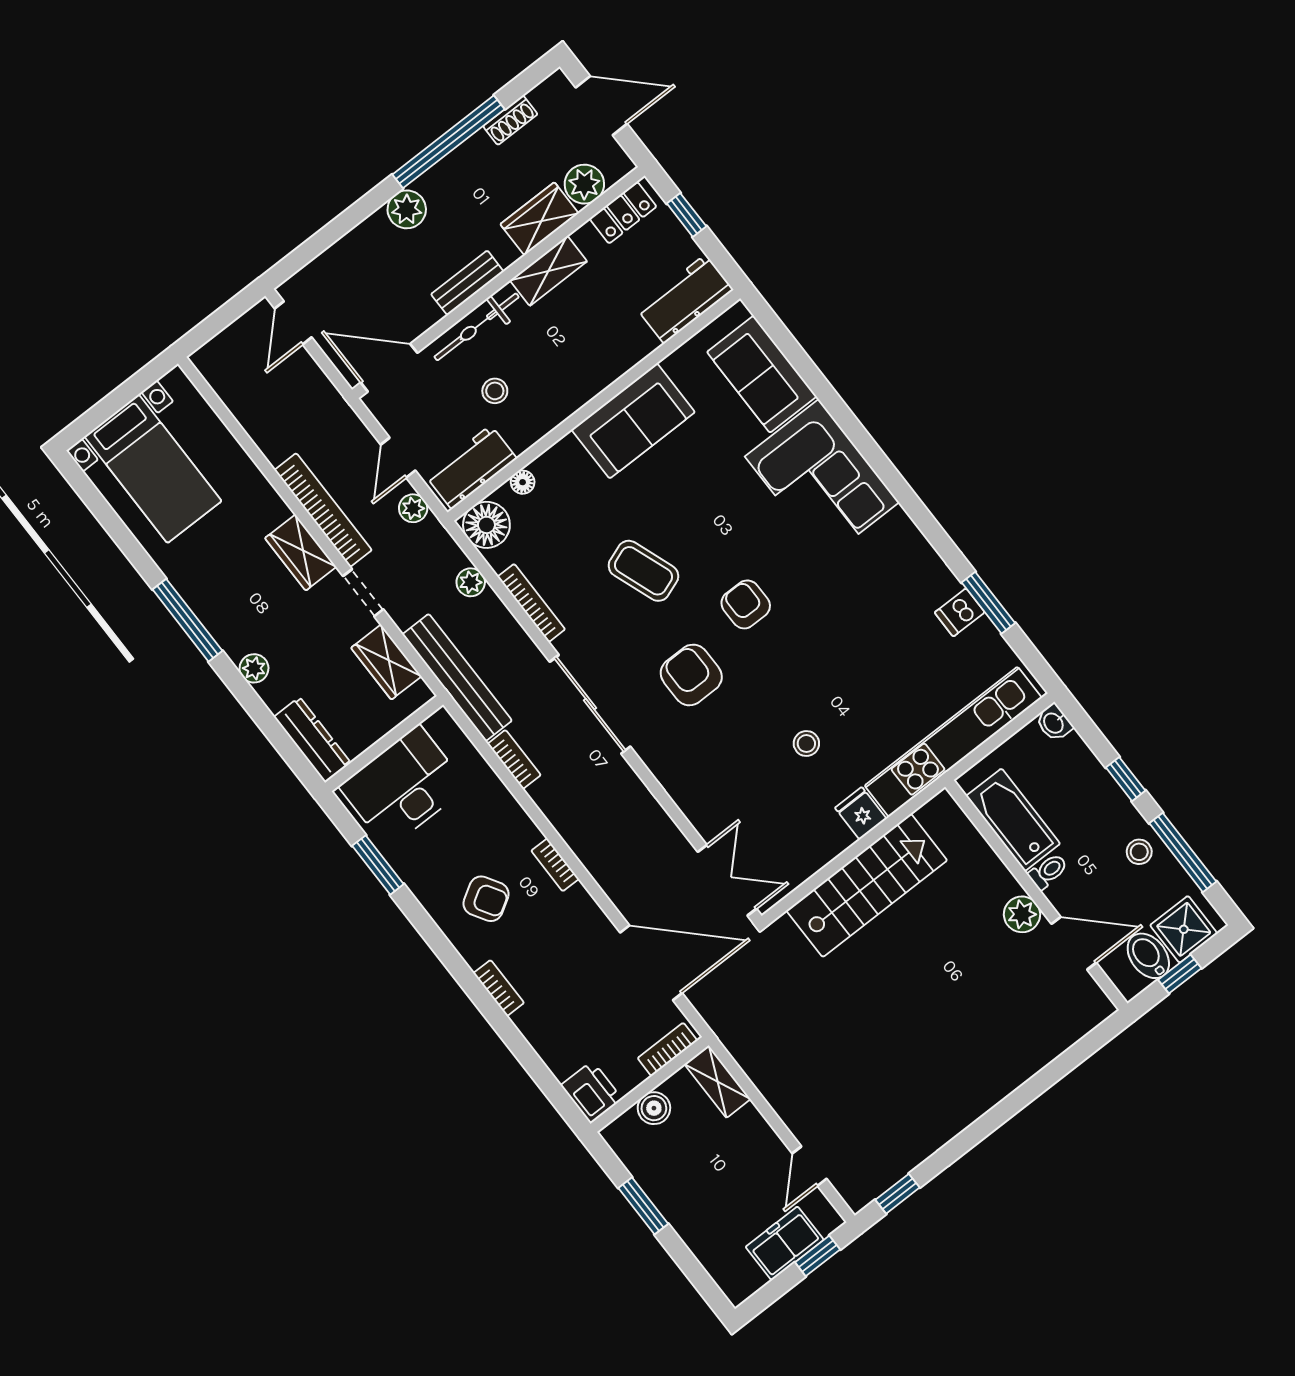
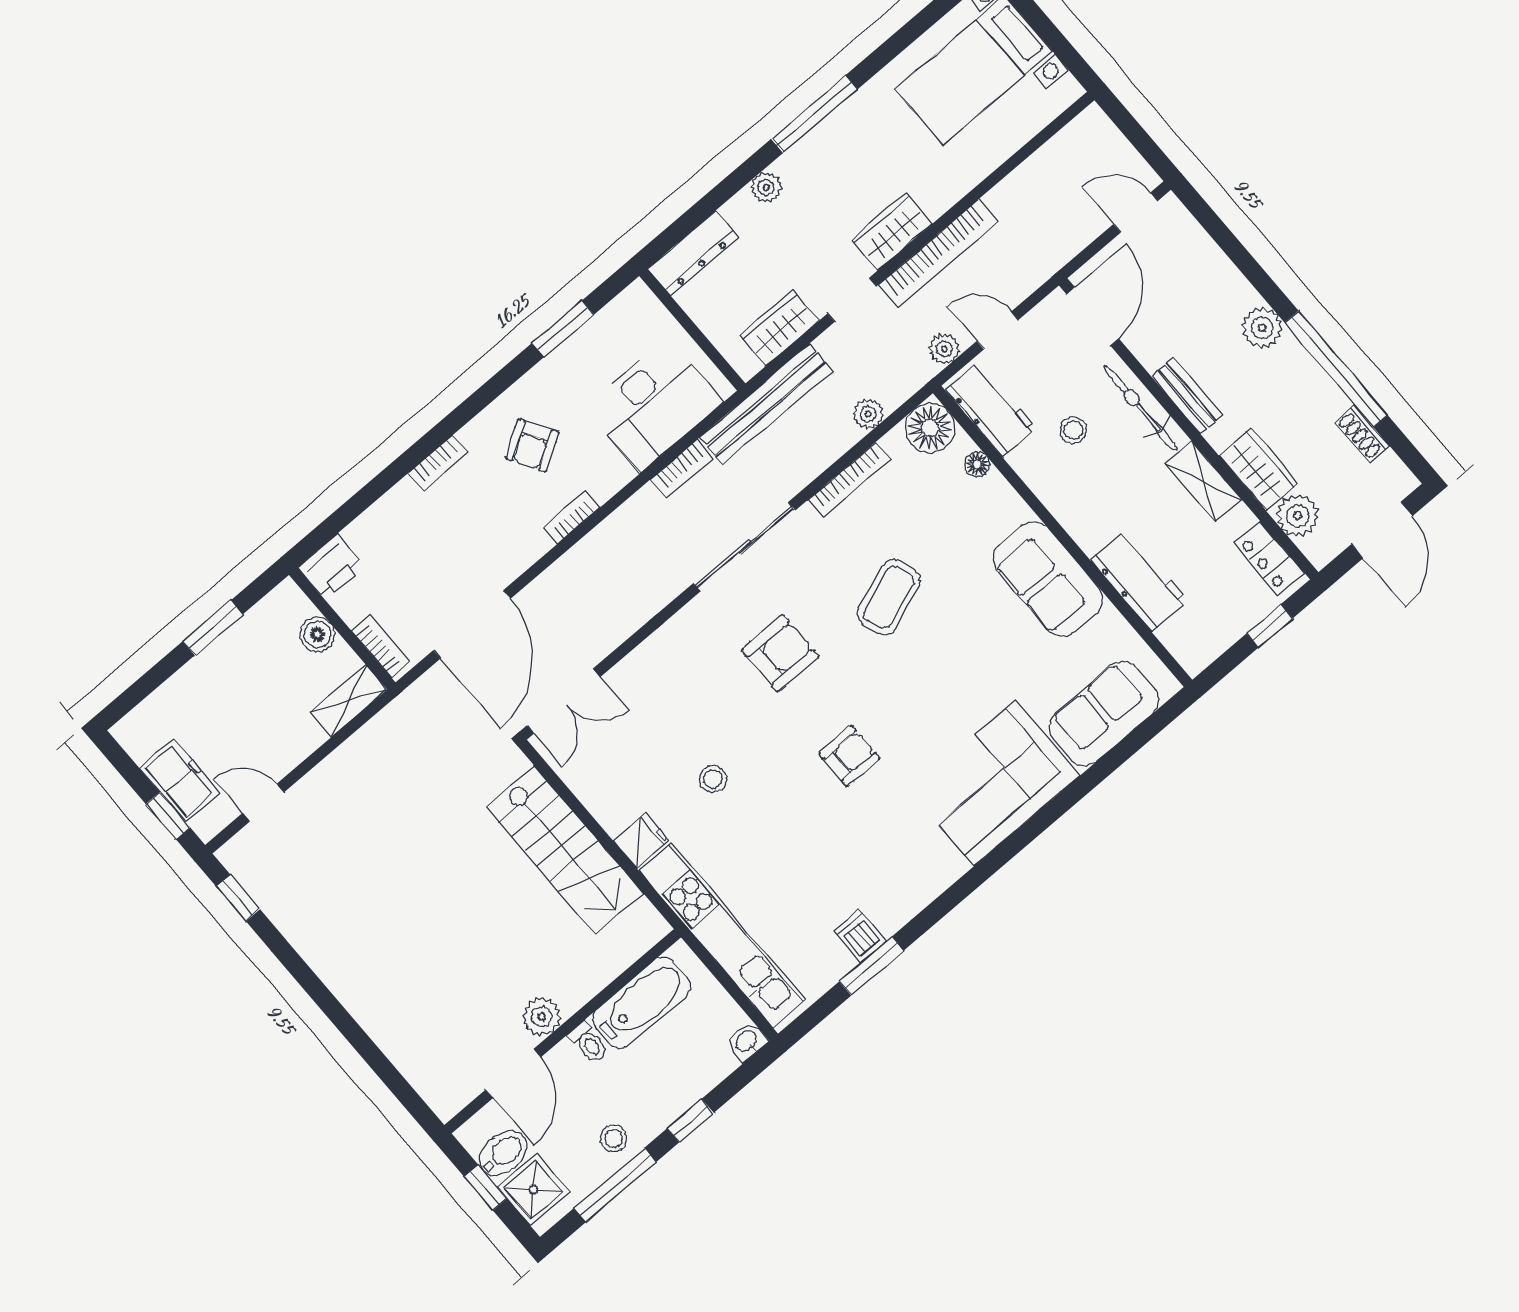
workbench: (685, 299) -> (1139, 580), moved
armchair: (746, 604) -> (849, 756), moved
desk: (403, 787) -> (654, 405), moved, turned 90

